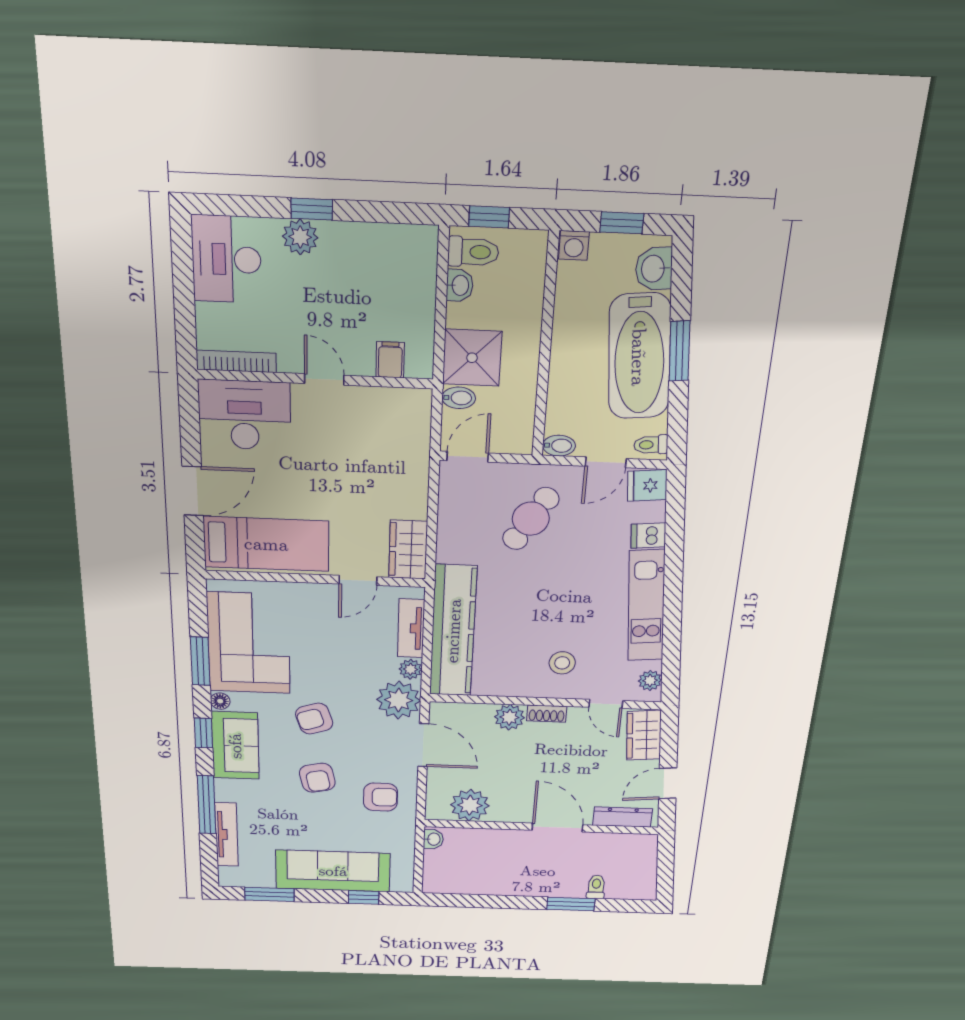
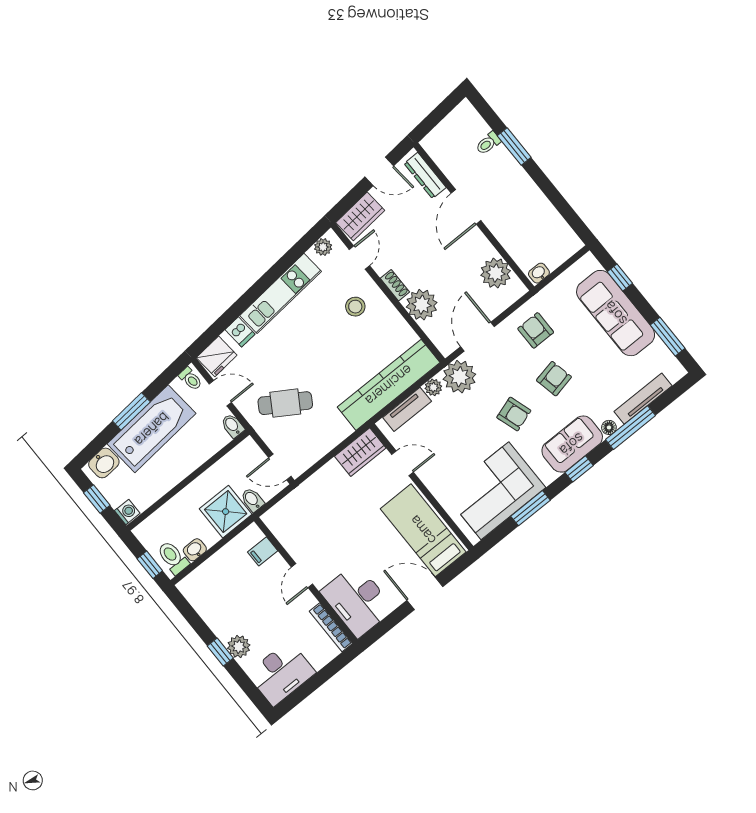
fridge: (647, 486) -> (217, 356), width x1.38
floor lamp: (220, 701) -> (609, 427), moved
plant: (509, 717) -> (422, 305), width x1.36, depth x1.36

